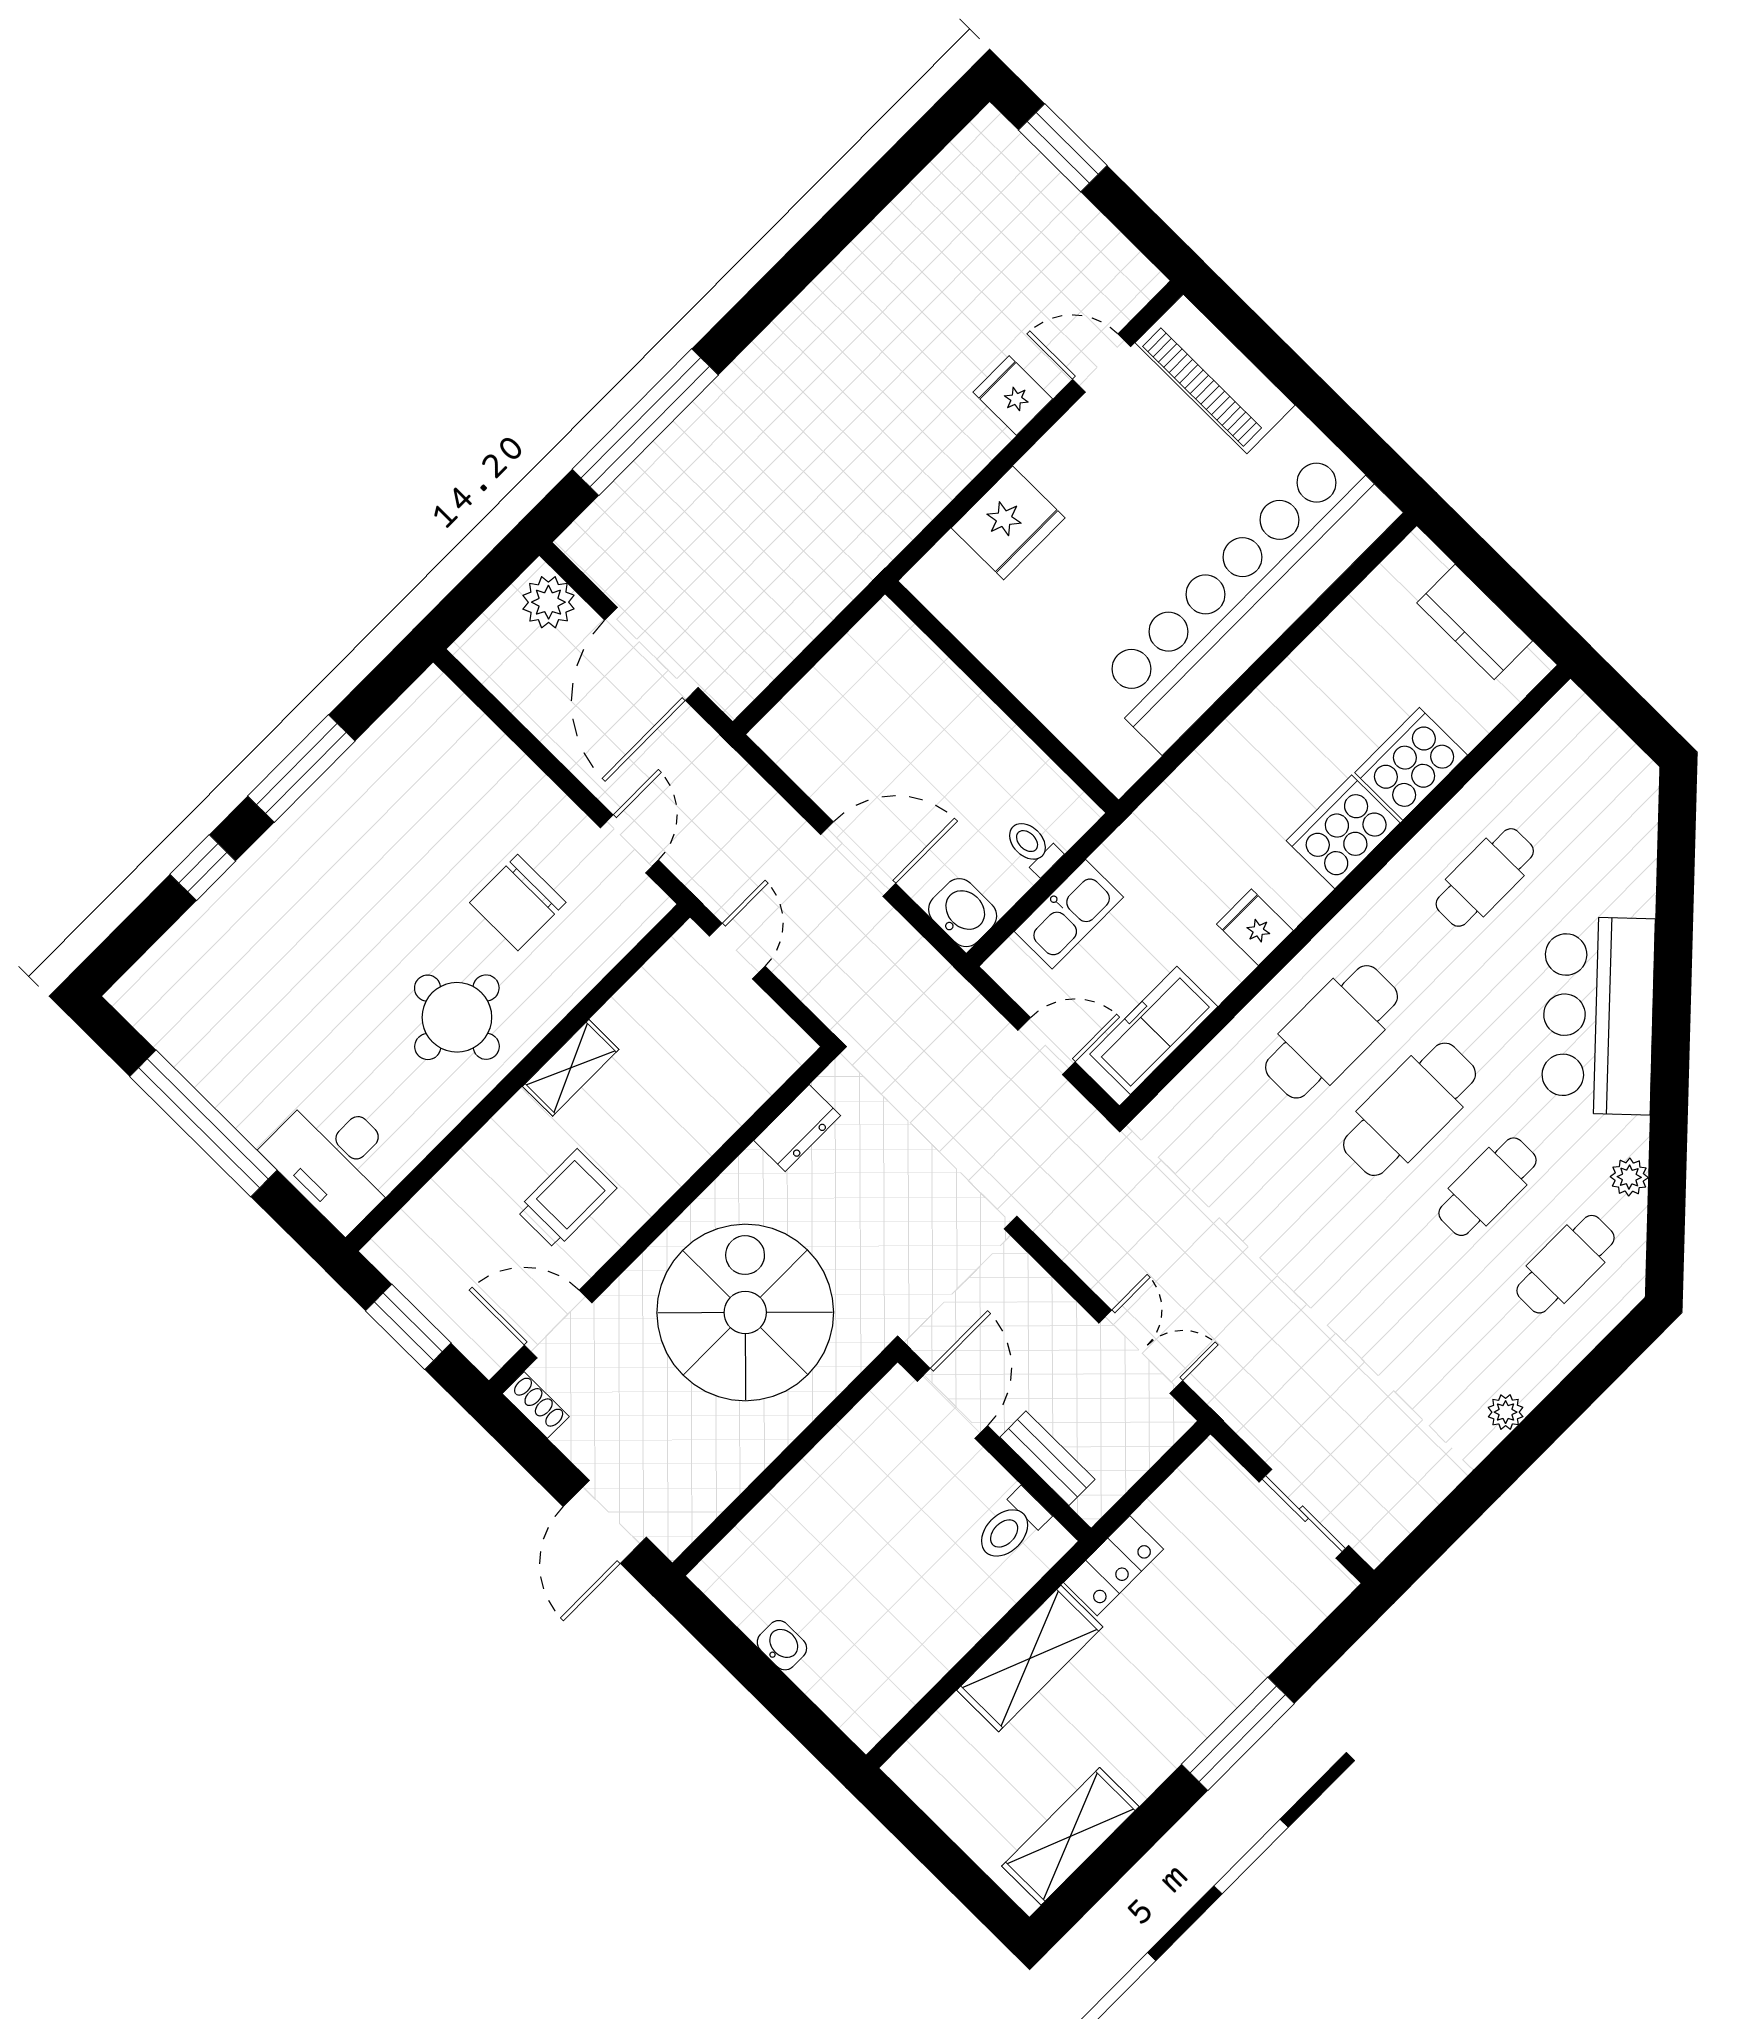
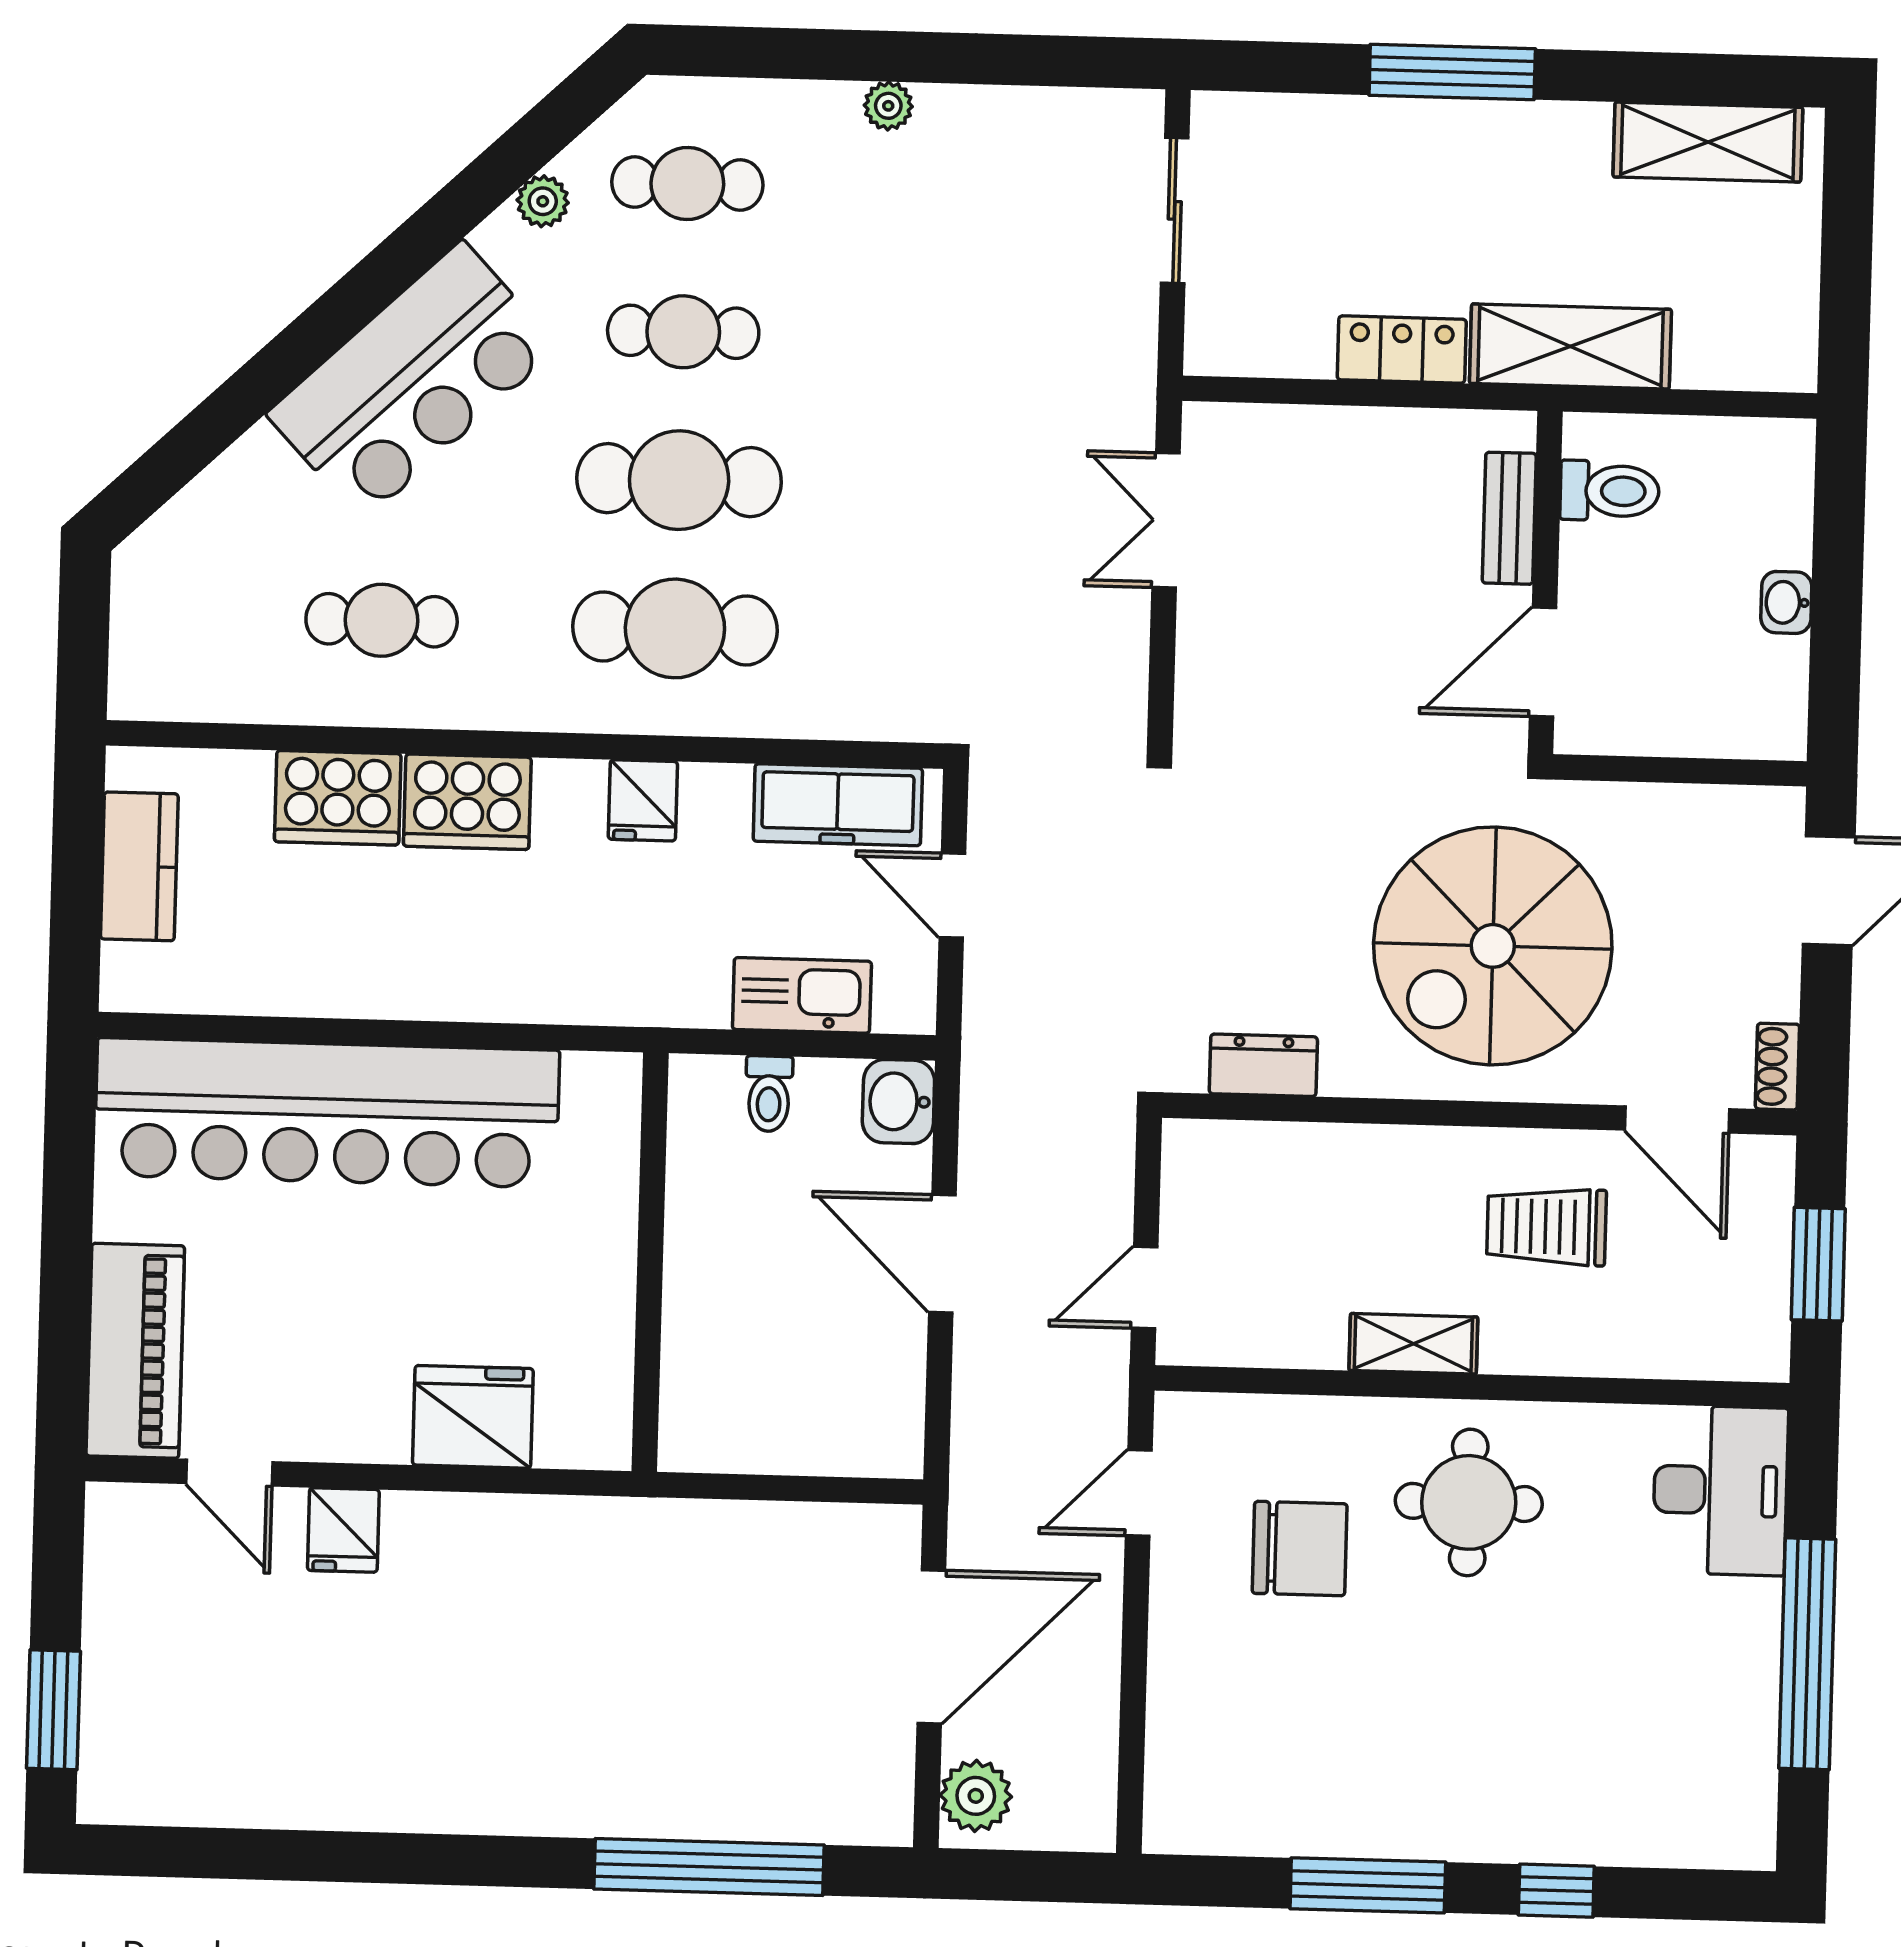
door: (953, 1403) -> (1543, 662), moved
wall: (994, 1445) -> (1545, 582), moved
bench: (1047, 1458) -> (1509, 518), moved
toilet: (1011, 1526) -> (1610, 491), moved

